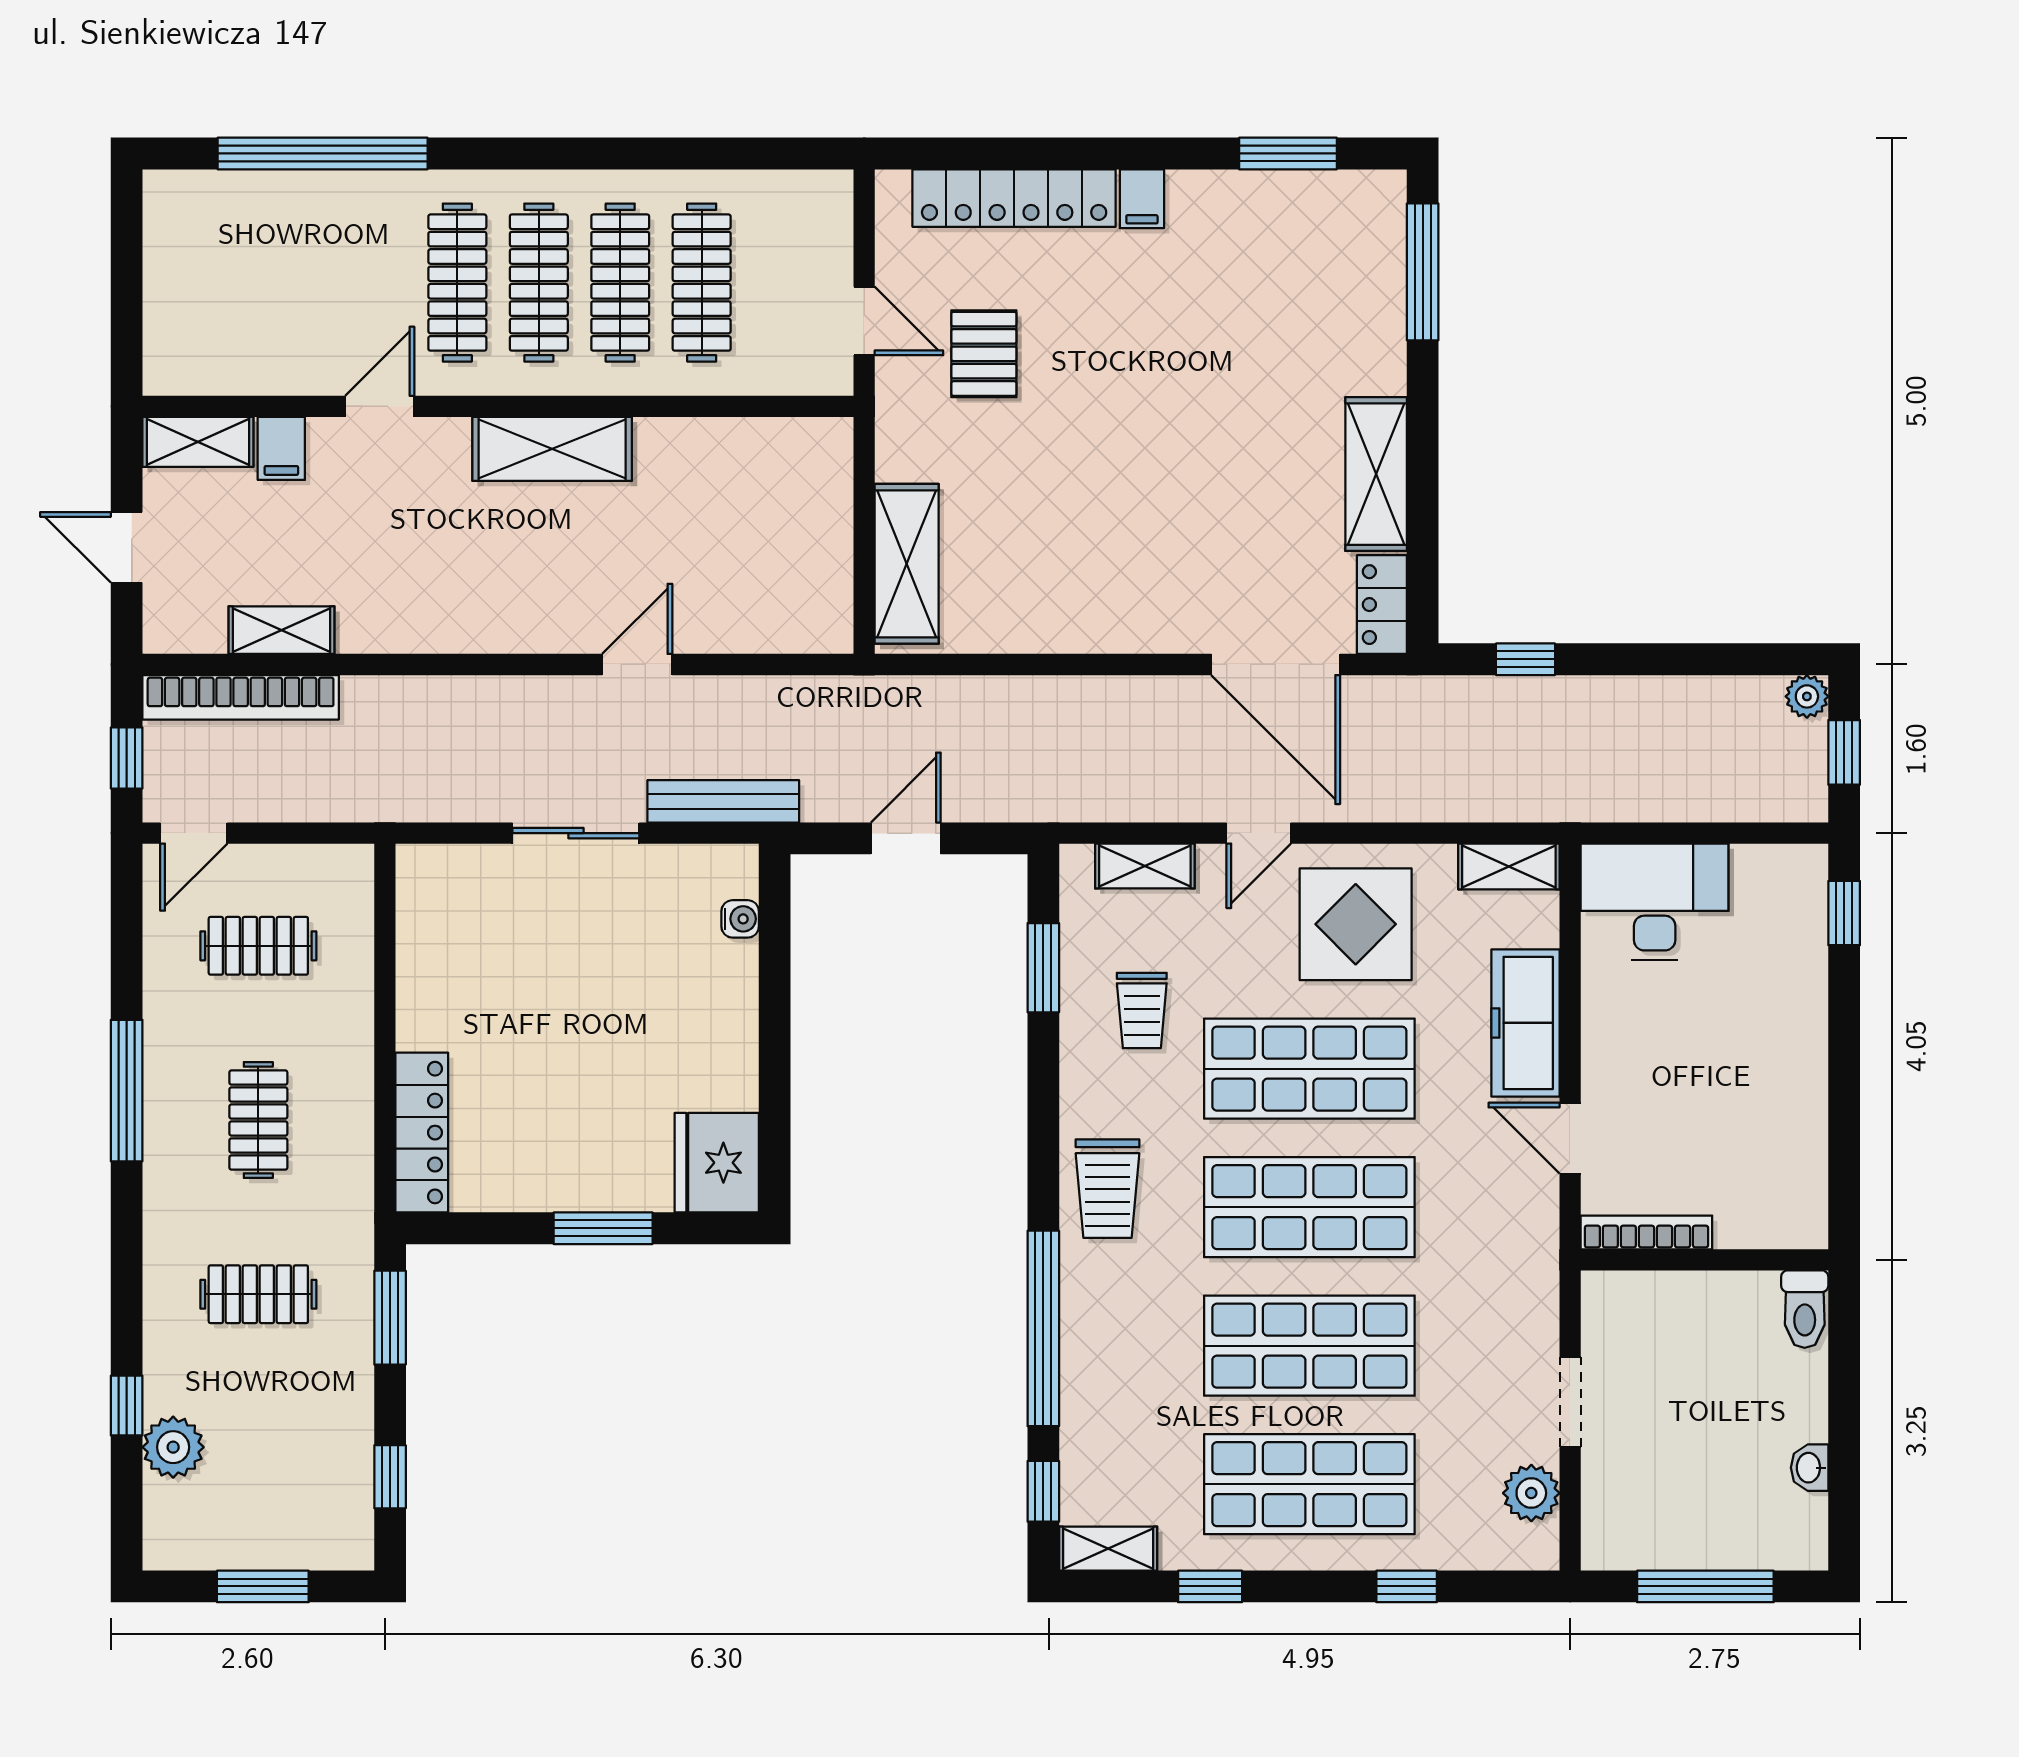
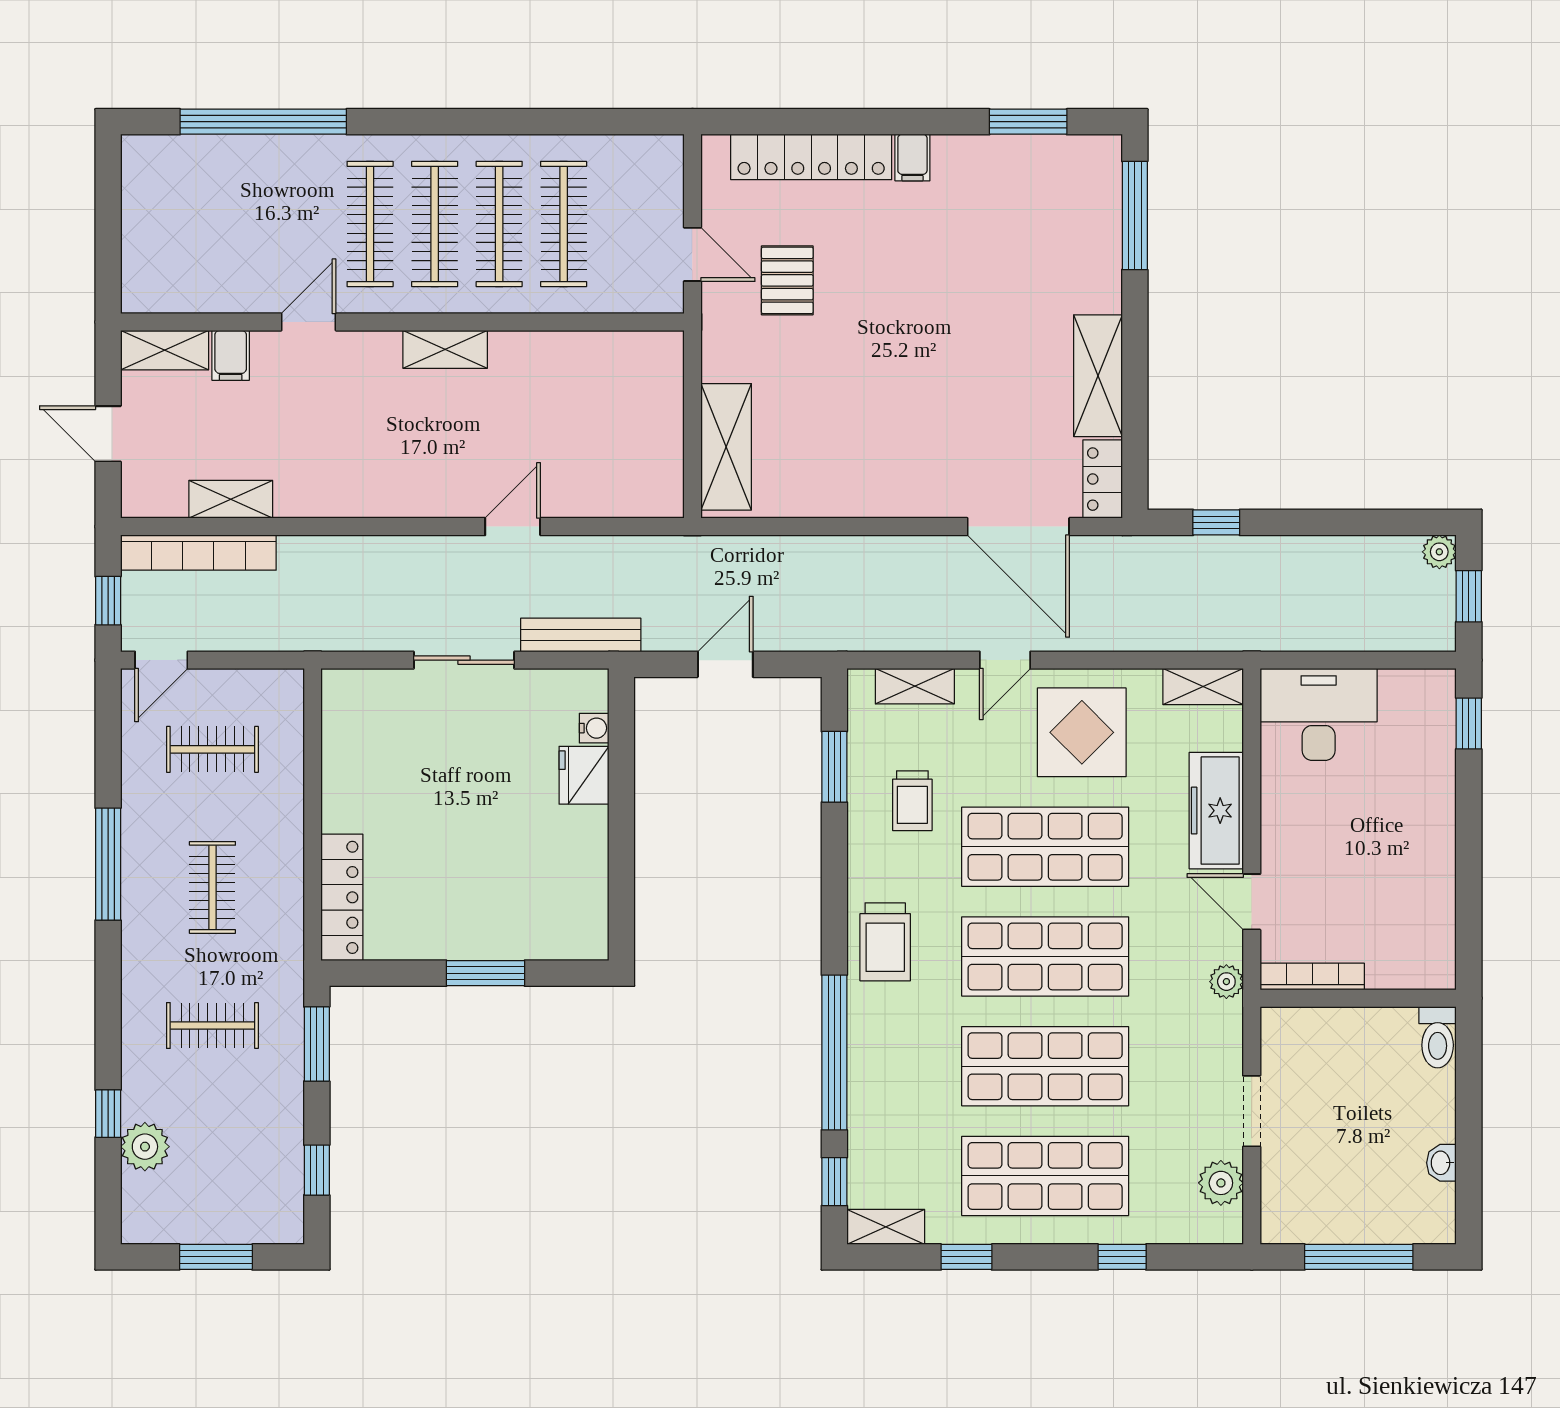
shelving: (552, 449) -> (445, 349), width x0.67, depth x0.75
fridge: (717, 1163) -> (584, 775), moved, width x0.73, depth x0.75
plant: (1538, 1239) -> (1226, 982), added

